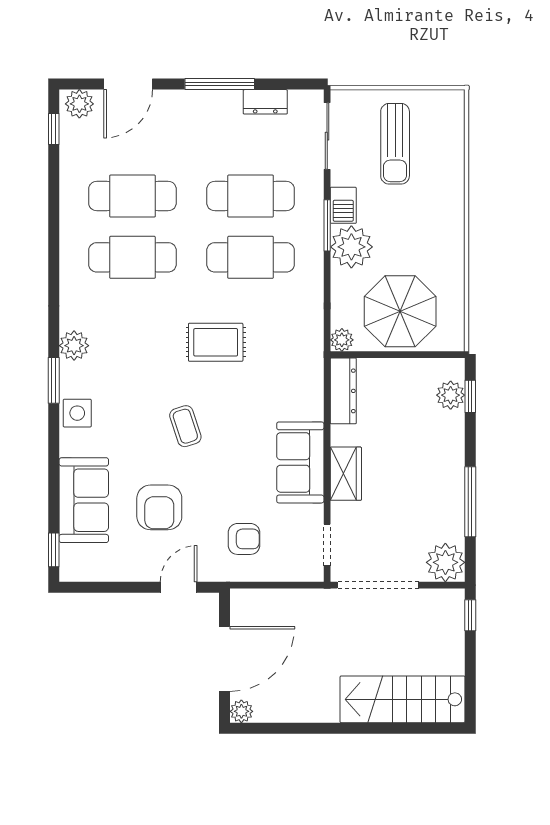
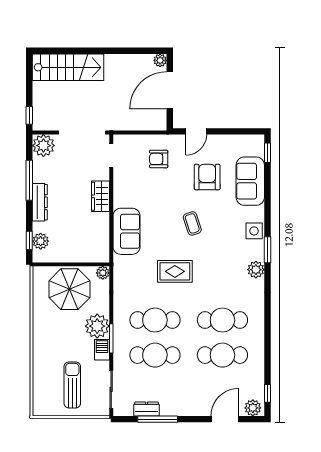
window: (220, 84) -> (158, 419), moved
dresser: (343, 391) -> (40, 202), moved, turned 180
sofa: (300, 462) -> (126, 231), moved

